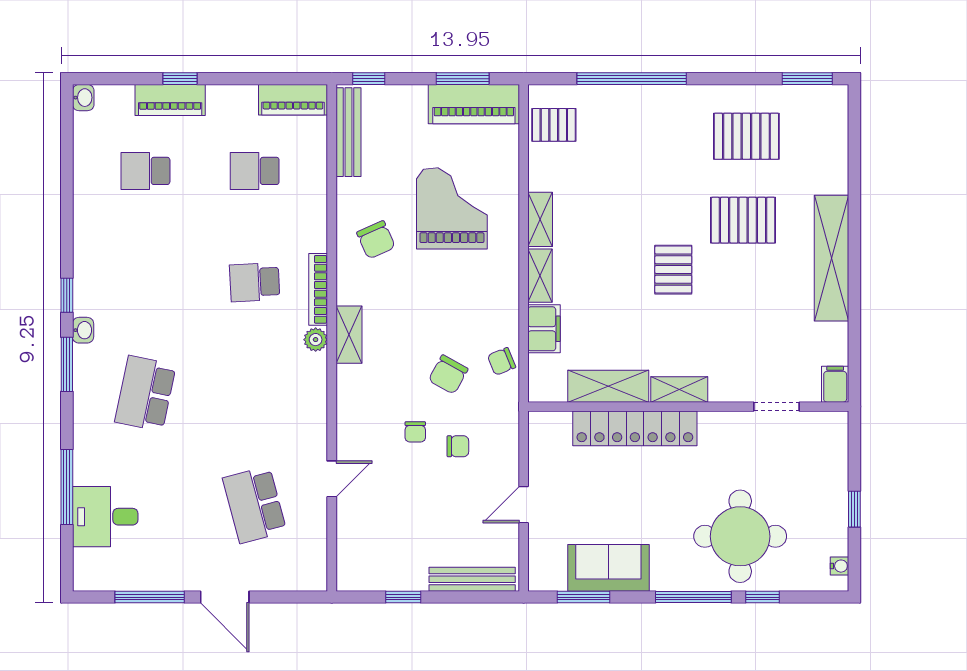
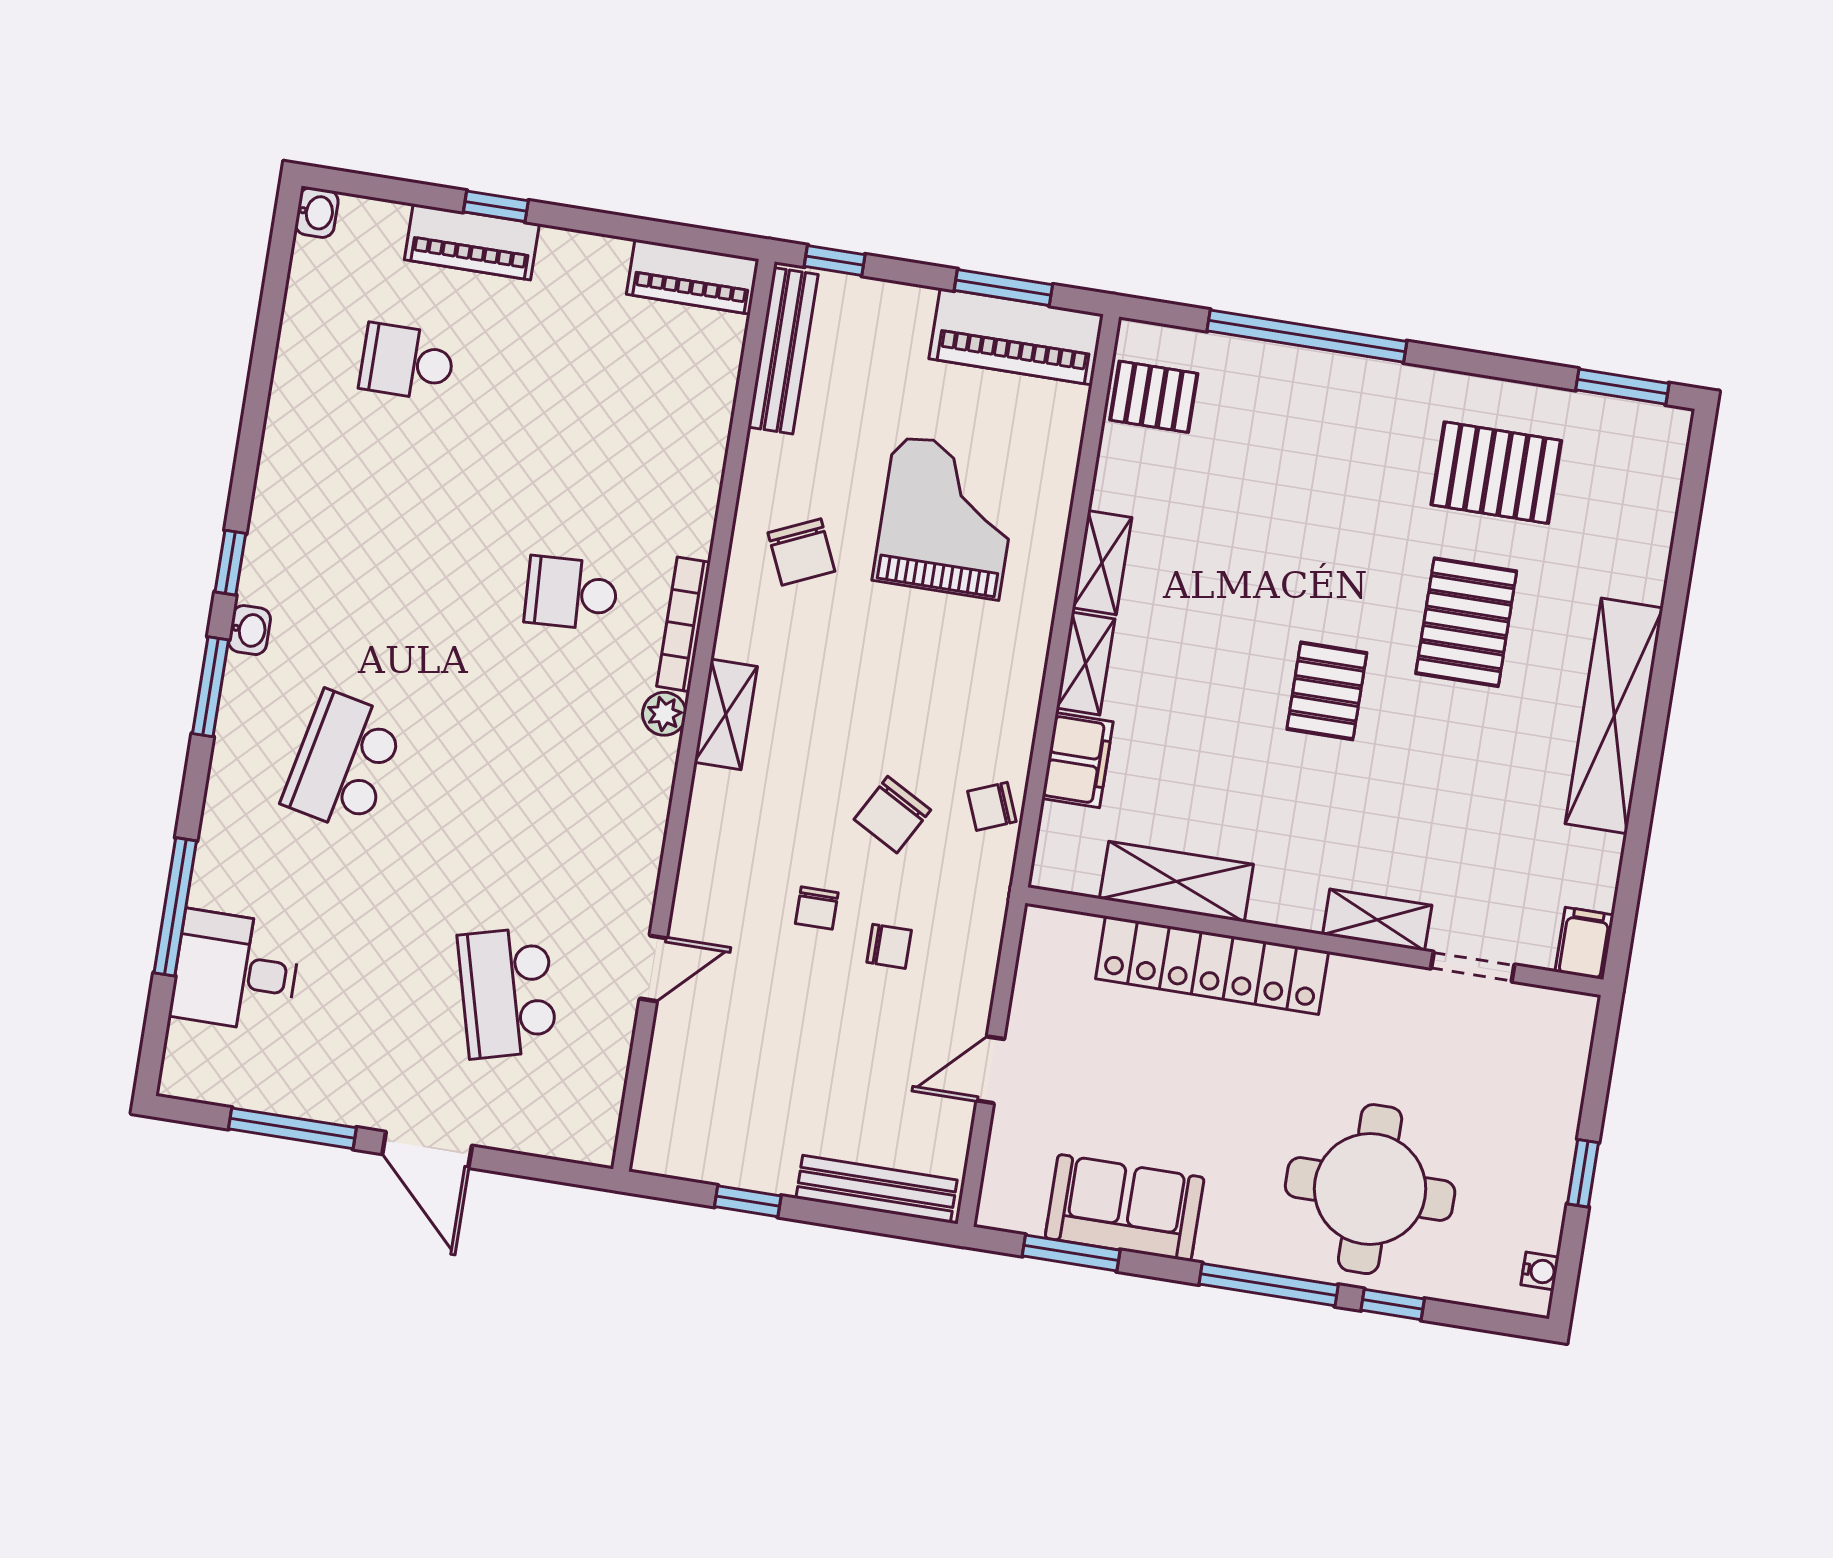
school desk: (255, 171) -> (603, 393), removed
pallet: (743, 220) -> (1466, 622), turned 90
shelving: (679, 389) -> (1377, 920), moved

